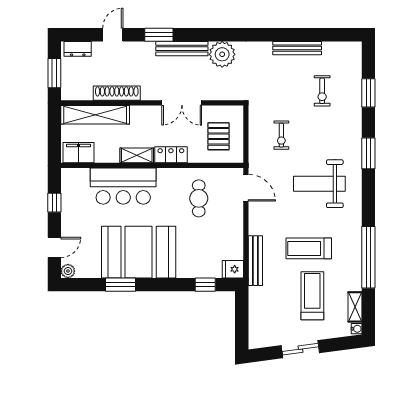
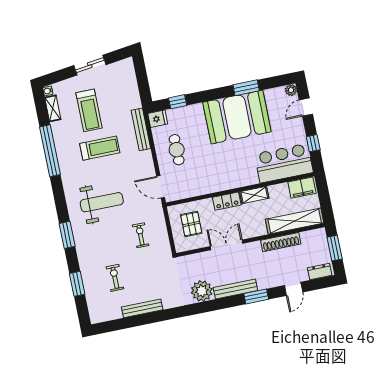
bar counter: (123, 186) -> (284, 163), moved
cafe table: (199, 198) -> (177, 150), moved

